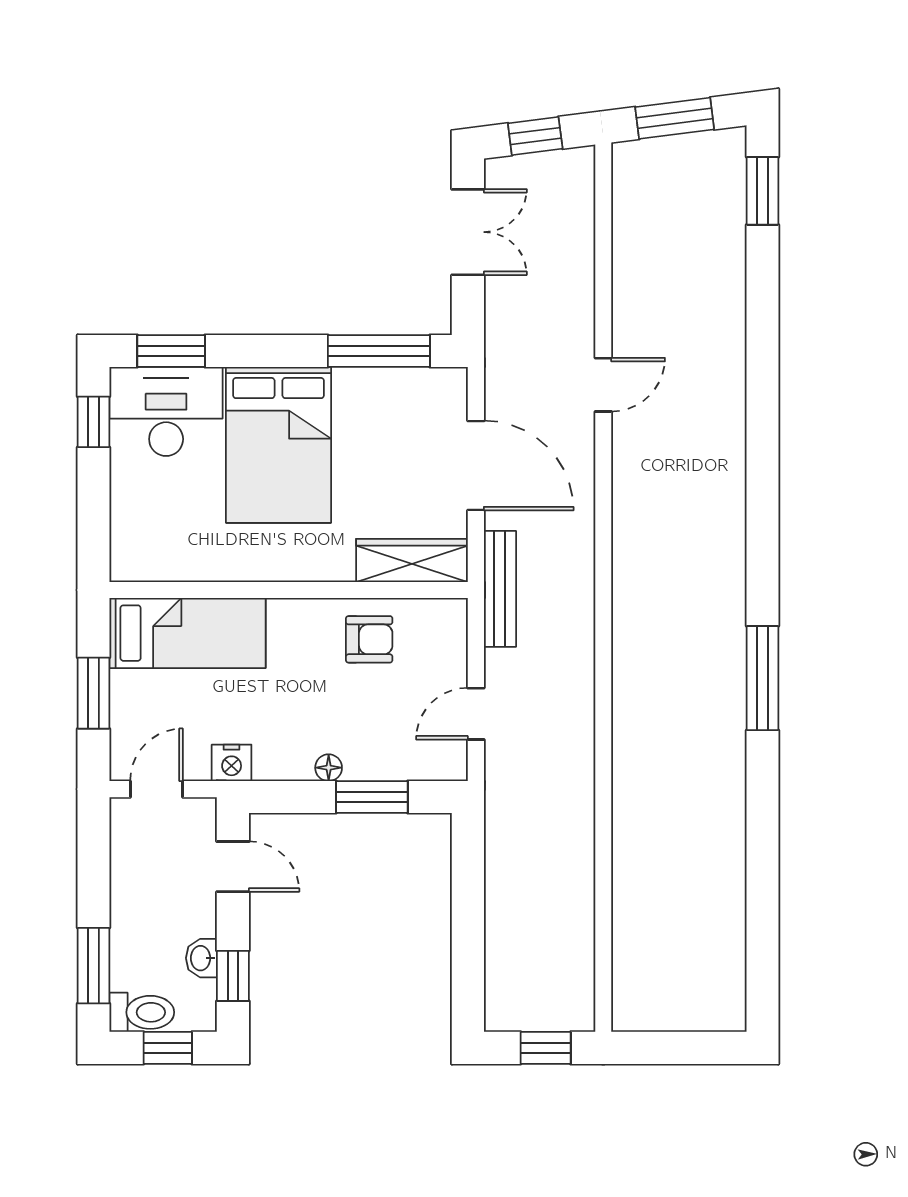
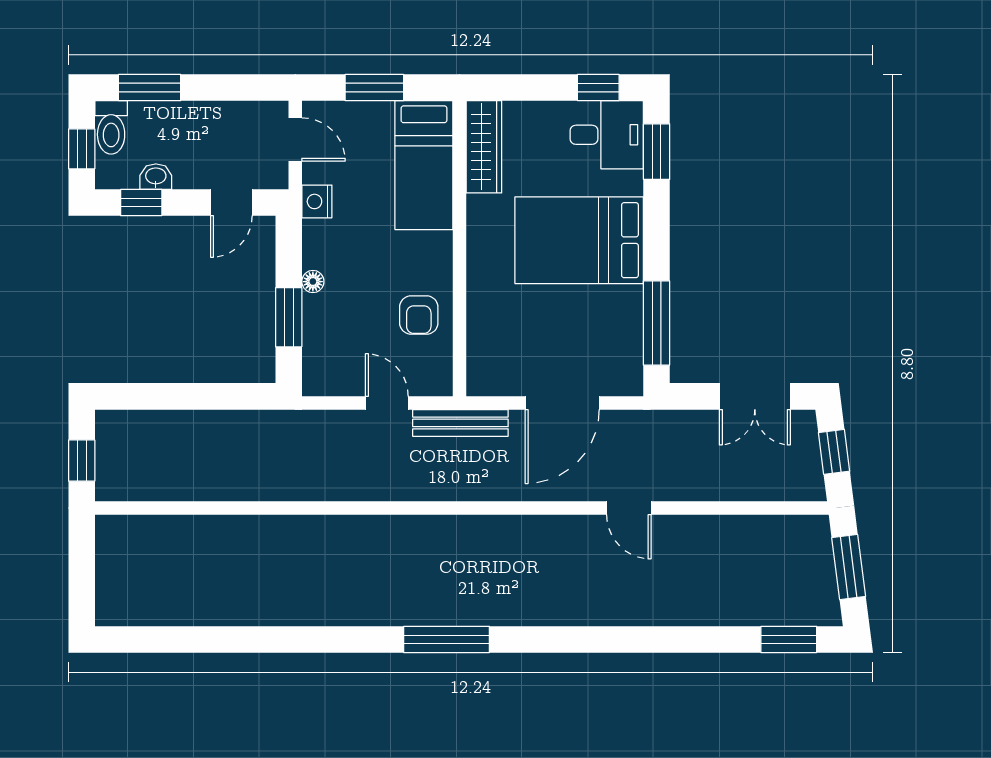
desk: (166, 411) -> (607, 135), width x0.73
wardrobe: (412, 560) -> (484, 147), moved
window: (763, 678) -> (447, 639), moved
door: (476, 714) -> (387, 403), moved

